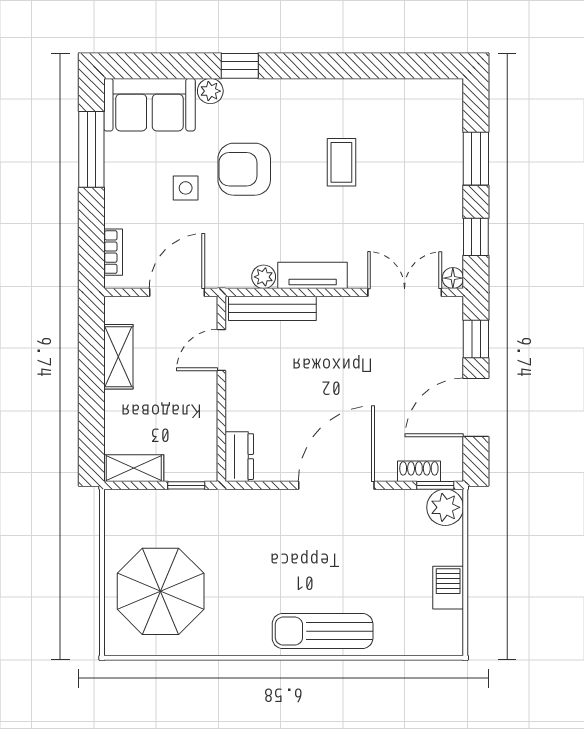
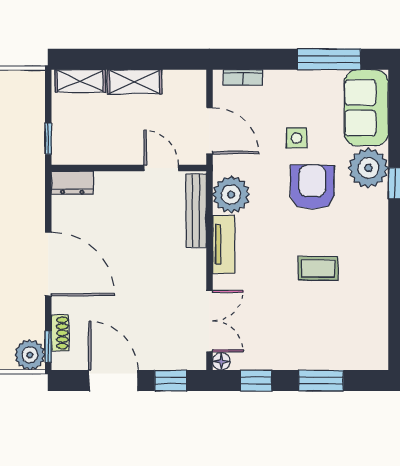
plant: (210, 91) -> (368, 168), width x1.88, depth x1.88
plant: (264, 277) -> (231, 195), width x1.87, depth x1.87
shelving: (118, 357) -> (134, 82), moved
shelving: (134, 468) -> (80, 81), moved, turned 90

